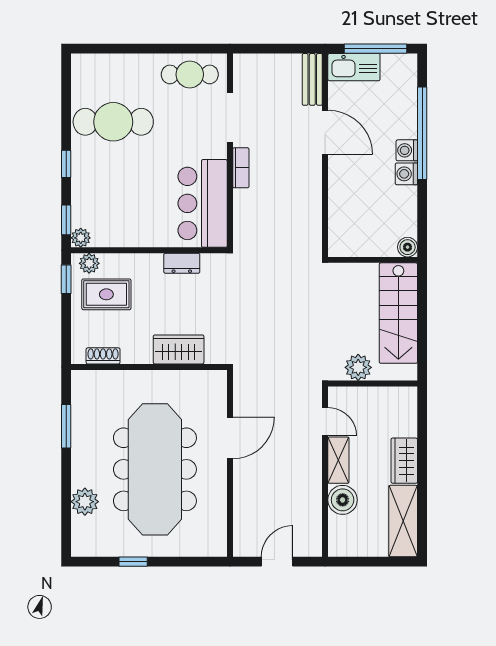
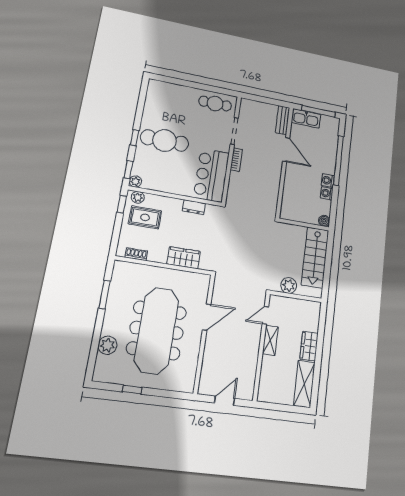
cafe table: (113, 122) -> (165, 140), moved
washing machine: (407, 150) -> (327, 193), moved
door: (325, 422) -> (265, 315), swing flipped
boiler: (343, 500) -> (270, 366), removed

